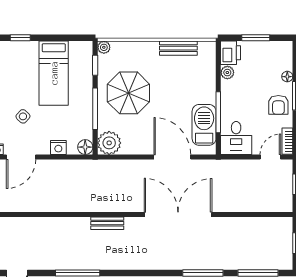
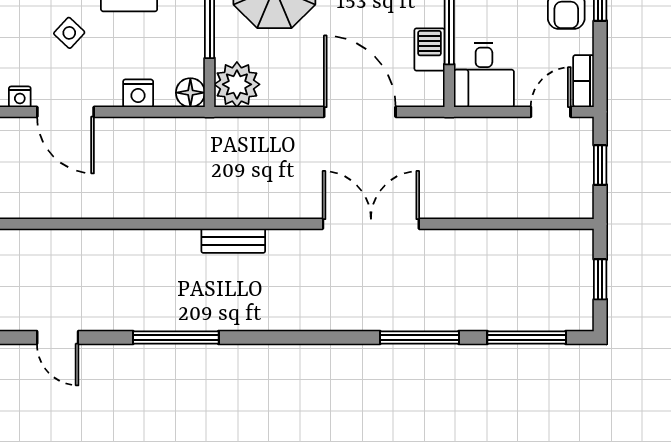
barbecue: (204, 125) -> (430, 49), width x0.53, depth x0.65
door: (21, 157) -> (65, 112), hinge flipped
double door: (178, 215) -> (371, 224), width x0.73

